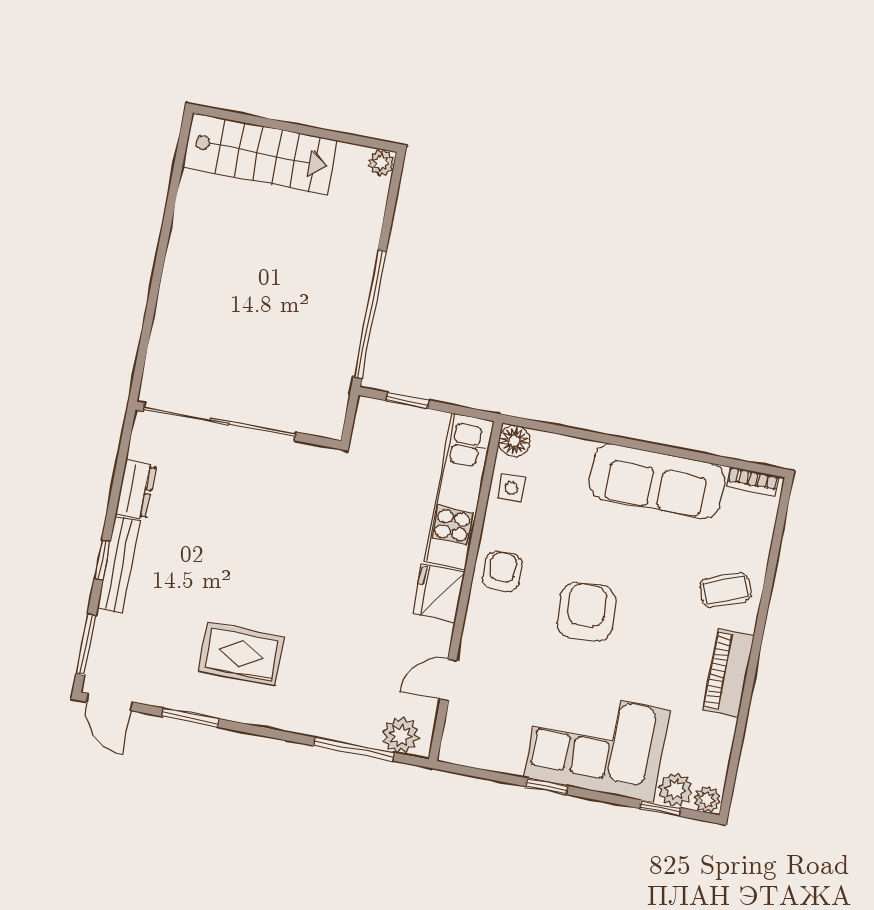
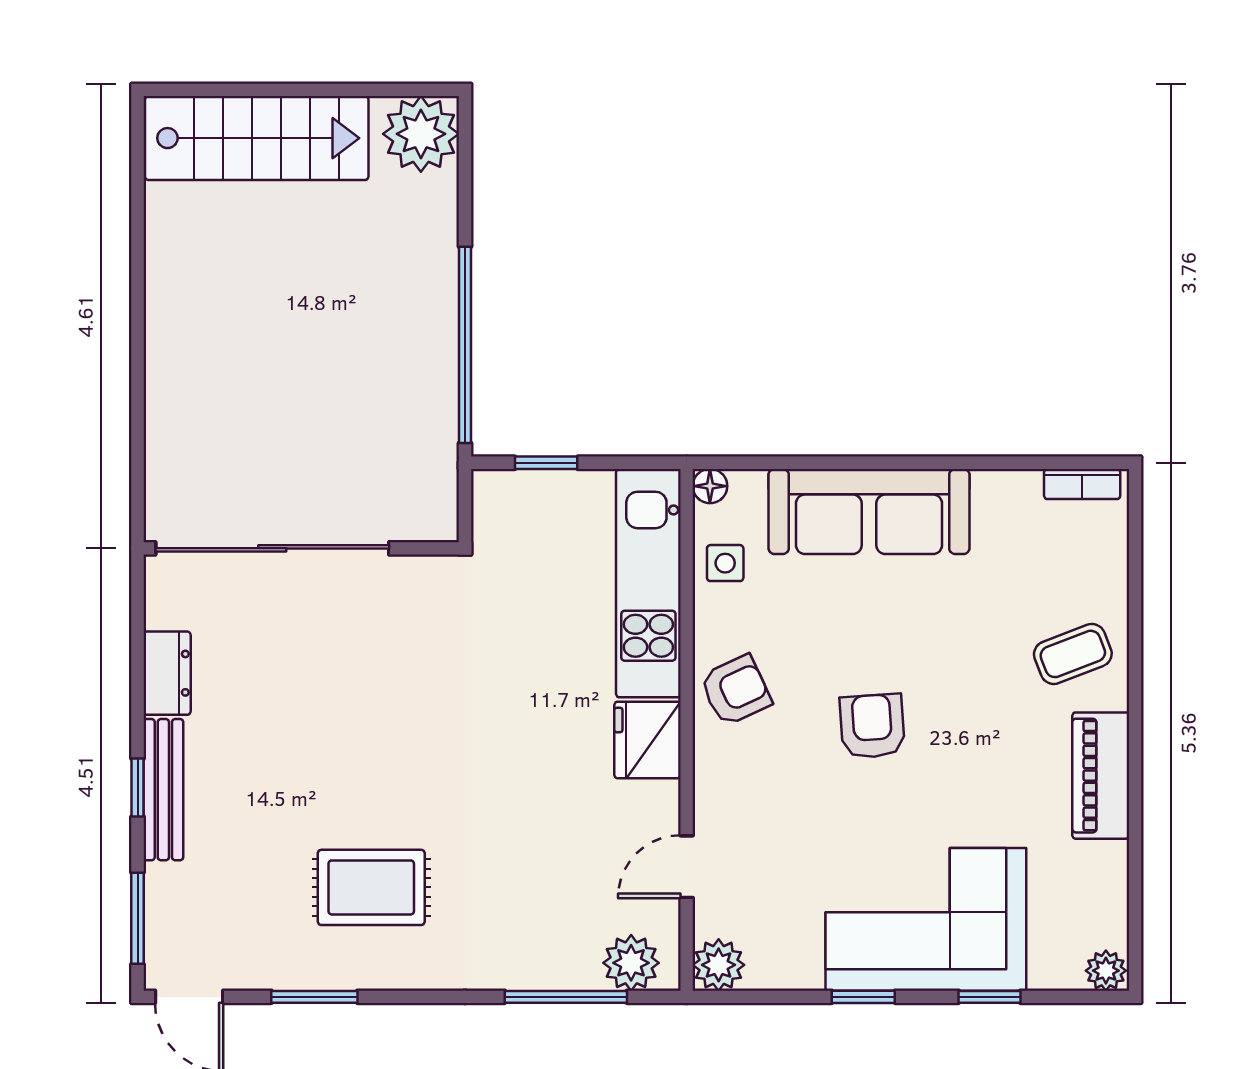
plant: (381, 162) -> (421, 134), width x1.88, depth x1.88
floor lamp: (514, 441) -> (710, 486), width x0.73, depth x0.73
sofa: (657, 481) -> (869, 511), moved
armchair: (502, 572) -> (736, 690), turned 65
armchair: (586, 612) -> (872, 726), width x0.72, depth x0.72
plant: (675, 790) -> (719, 965), moved
window: (660, 808) -> (989, 997), moved

